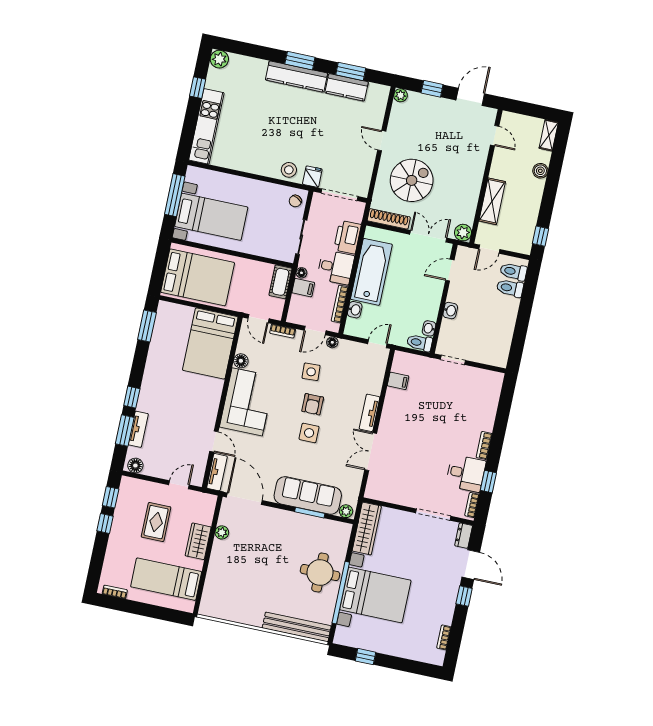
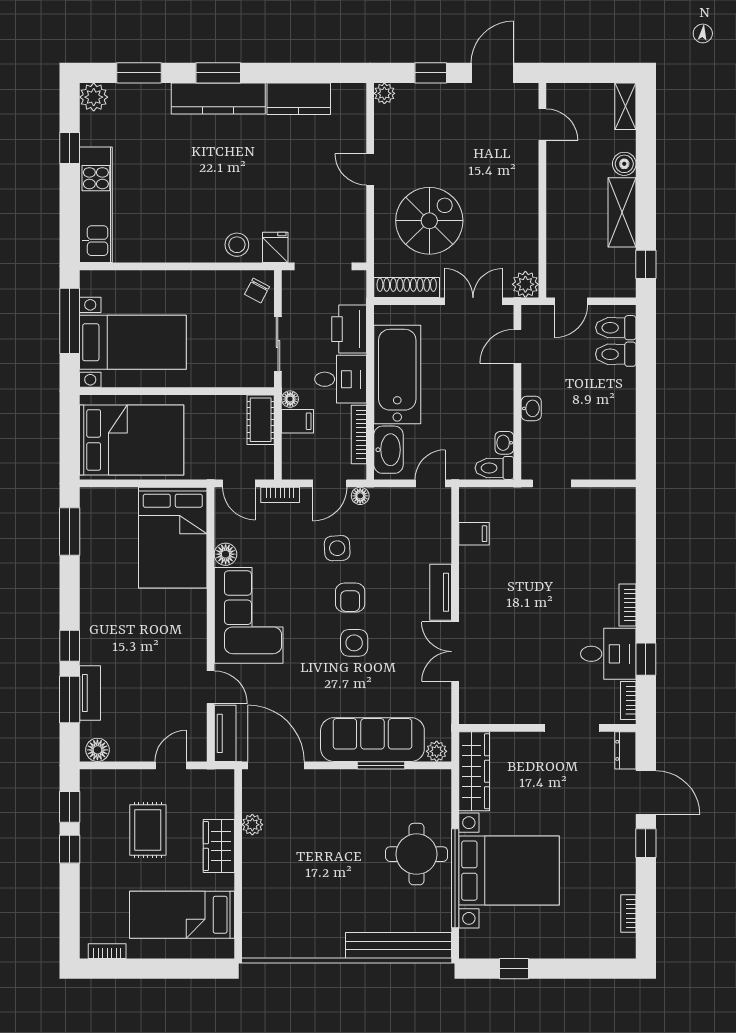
window: (351, 71) -> (139, 73), moved
shelving: (492, 201) -> (622, 212), moved
washbasin: (355, 310) -> (388, 450), width x1.91, depth x1.45

